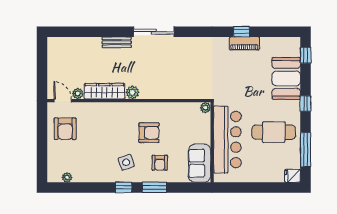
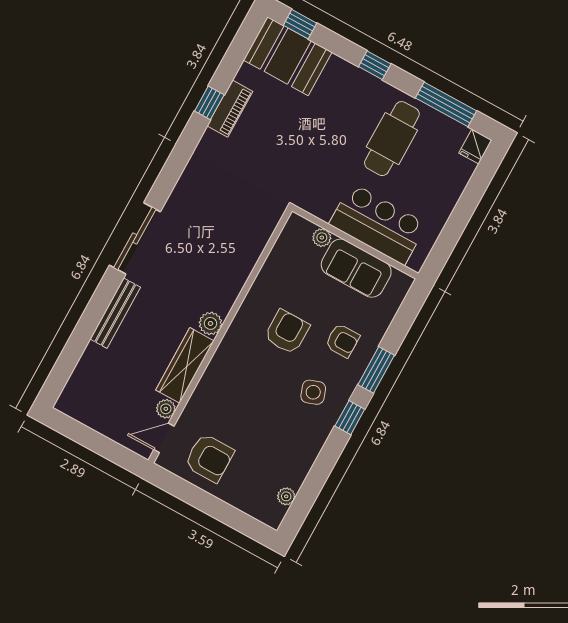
bench: (117, 42) -> (115, 313), width x1.36
booth: (286, 78) -> (288, 56), moved
plant: (205, 108) -> (322, 238), moved
bar counter: (227, 140) -> (378, 224), width x0.73
sofa: (200, 163) -> (356, 268), moved

